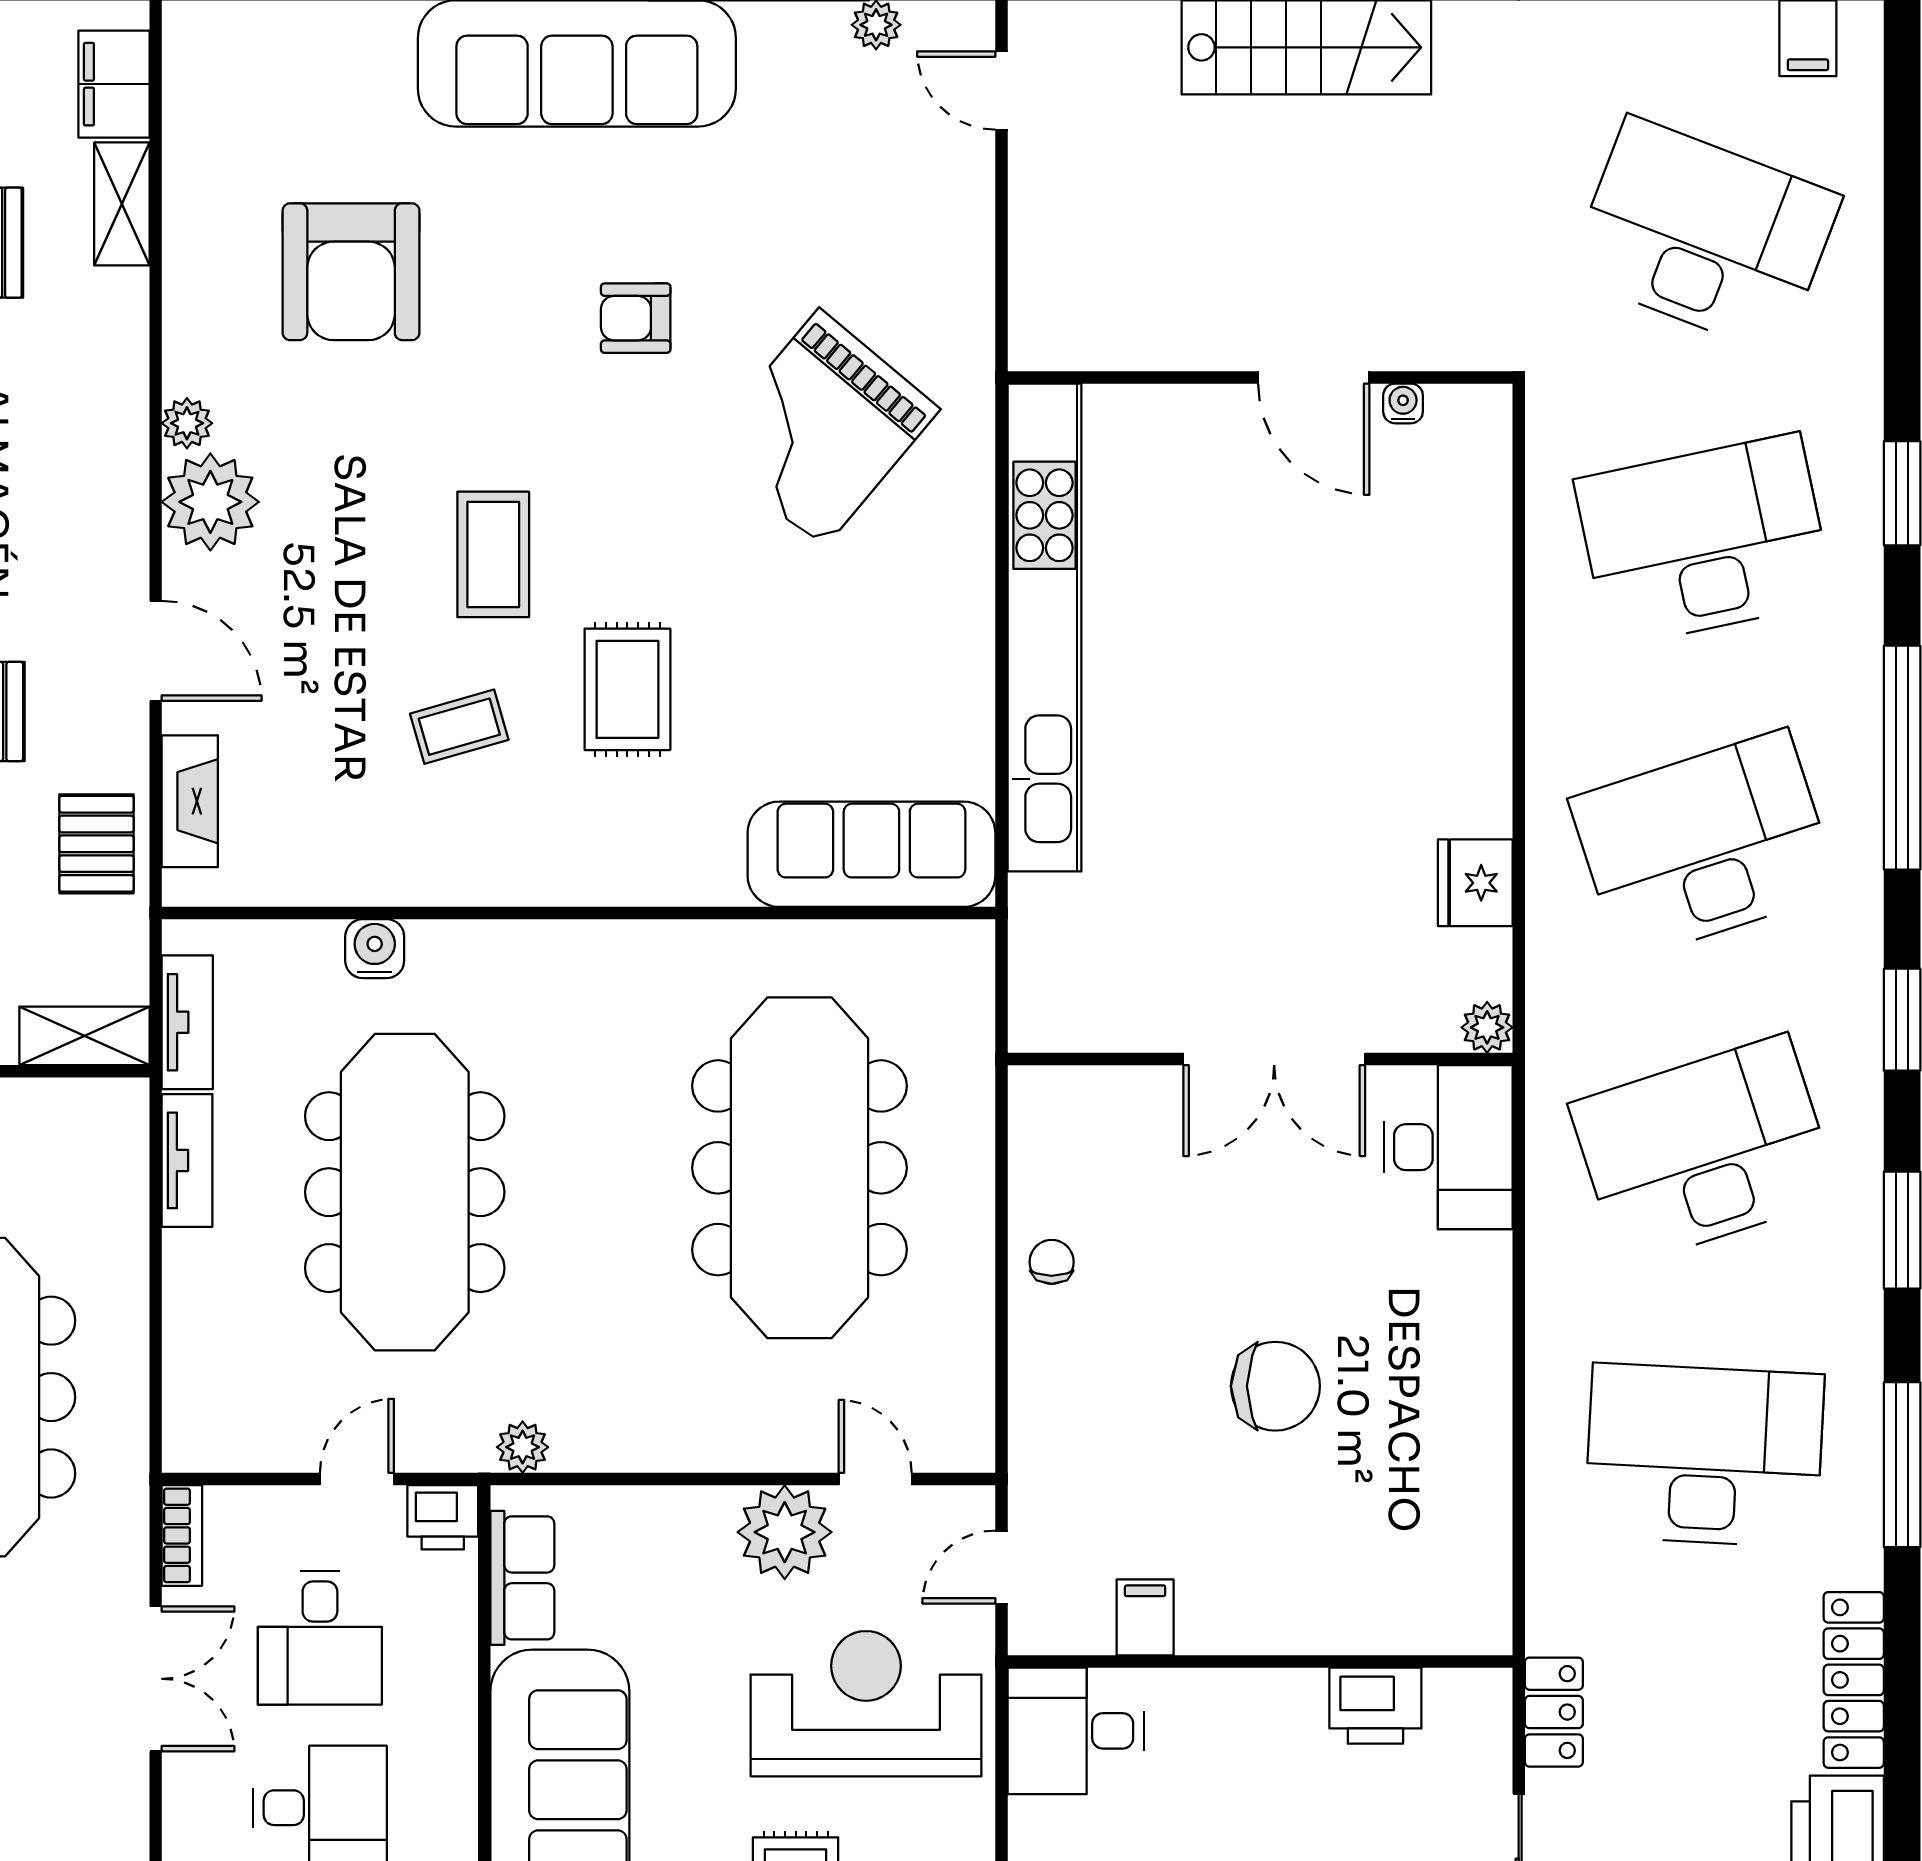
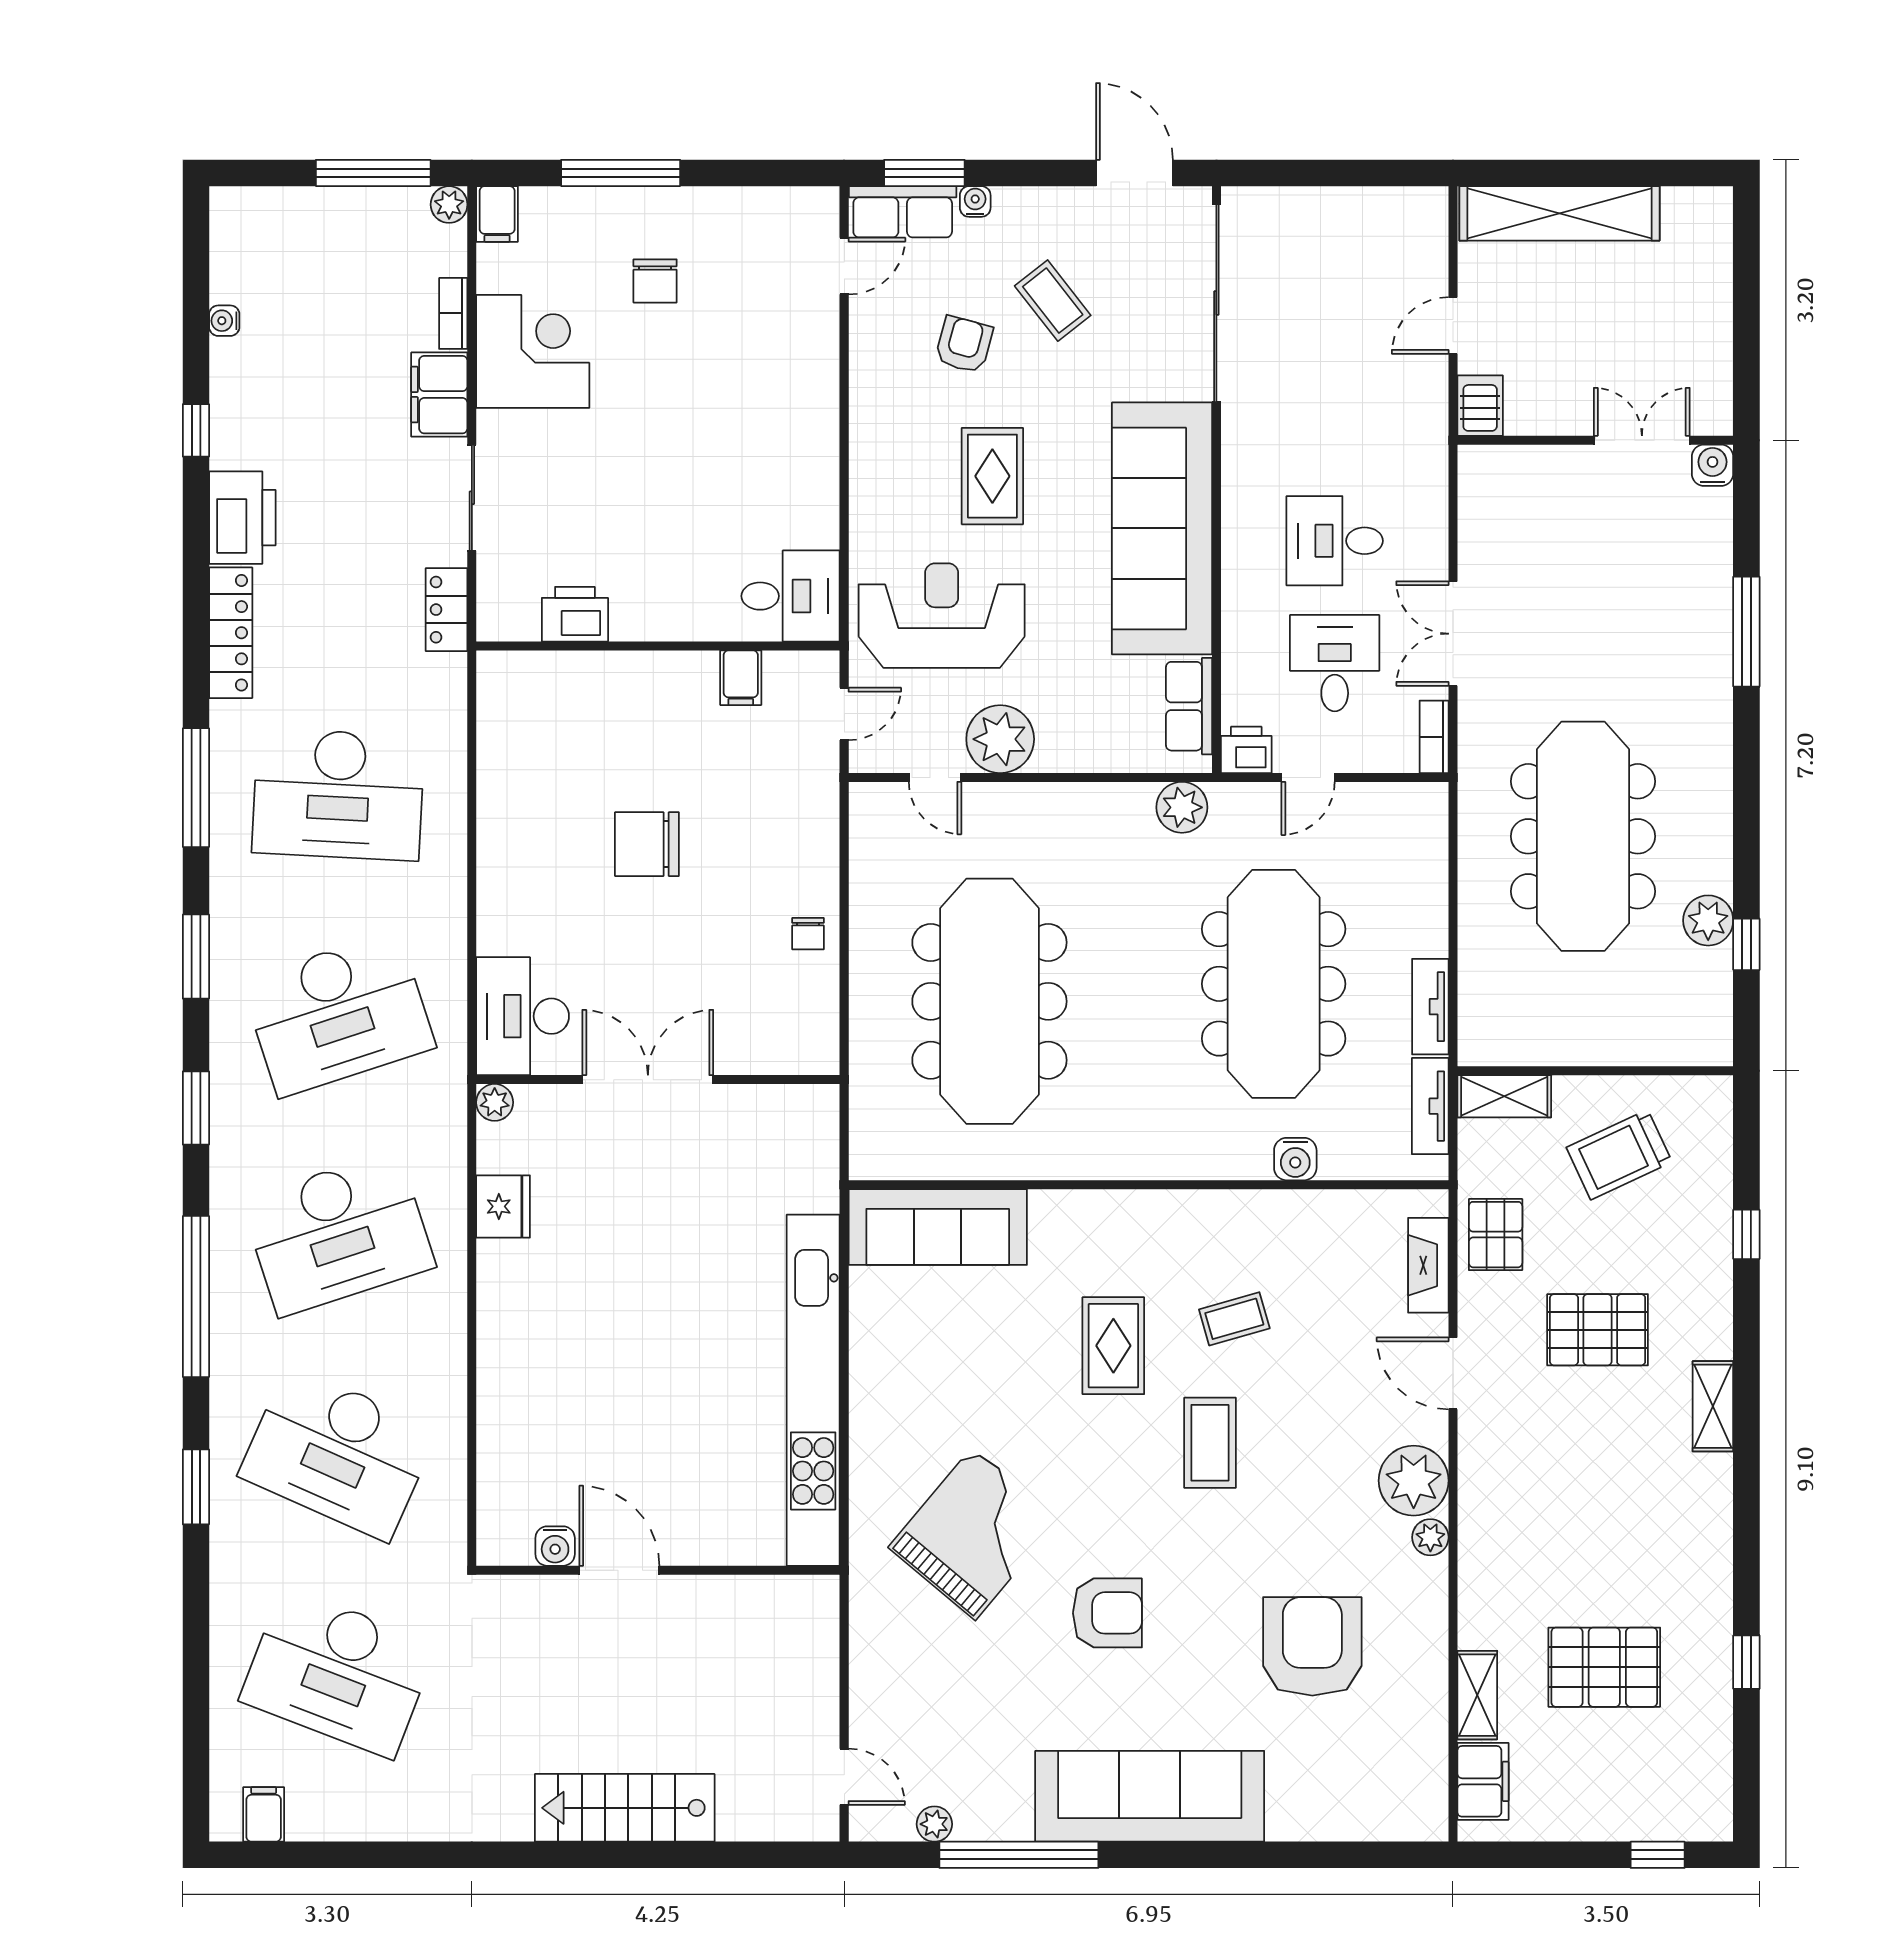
armchair: (636, 318) -> (1107, 1613), width x1.38, depth x1.38
water cooler: (1403, 403) -> (555, 1546), width x1.38, depth x1.38
desk: (1704, 540) -> (338, 1453), turned 36
plant: (523, 1447) -> (1182, 807), width x1.38, depth x1.38
reception desk: (866, 1704) -> (942, 616), turned 180

